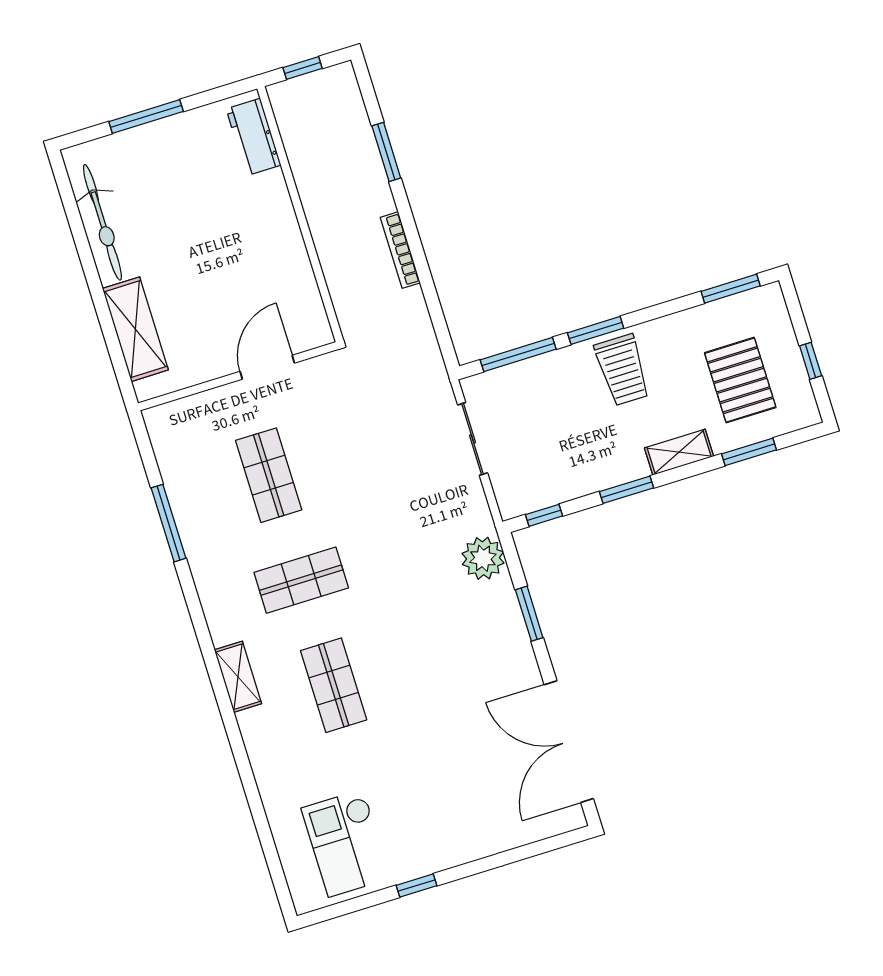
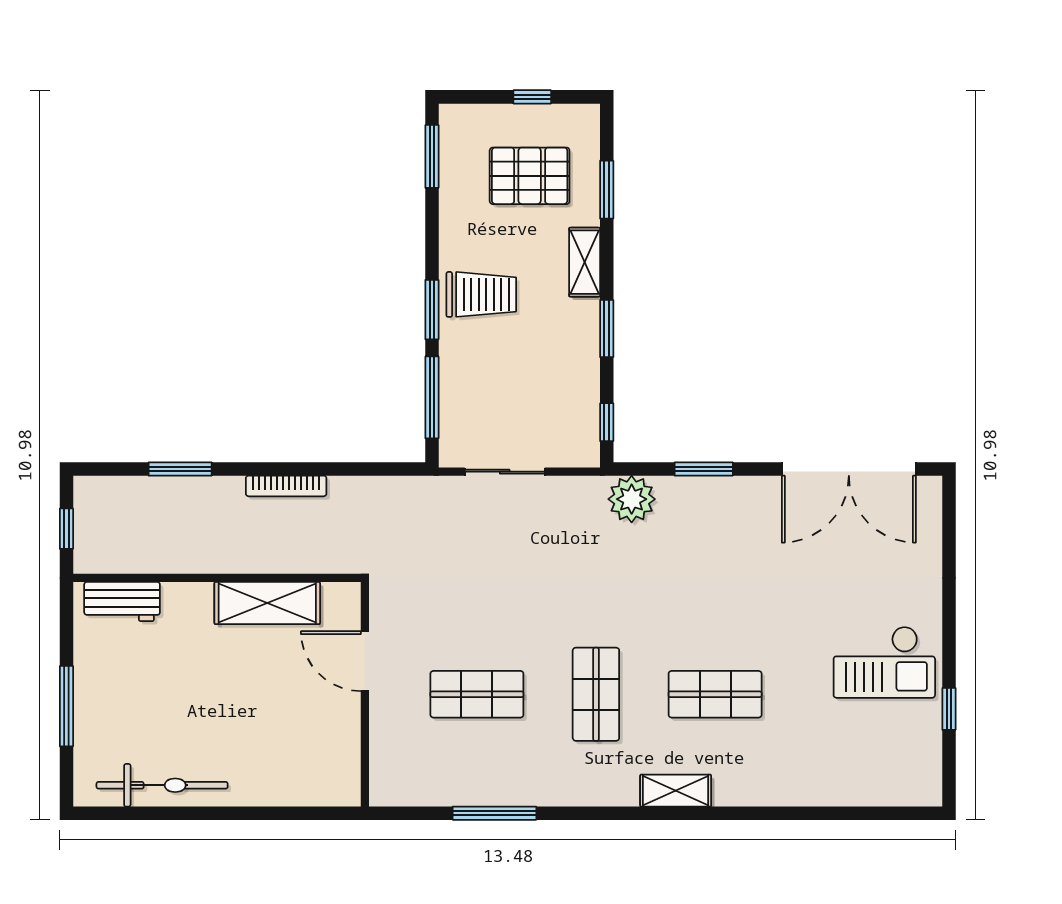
shelving: (135, 329) -> (267, 603), moved
checkout: (346, 843) -> (884, 662), moved
window: (417, 885) -> (949, 709), moved

